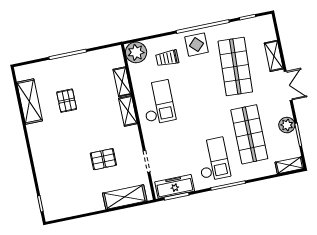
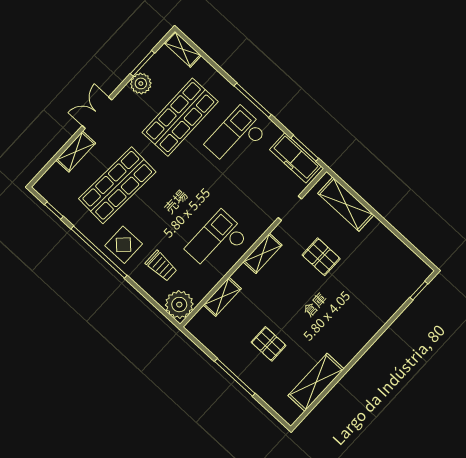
pallet: (67, 101) -> (269, 344), moved, turned 90
shelving: (128, 111) -> (263, 253), moved

